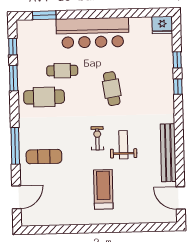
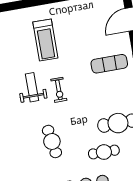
weight bench: (123, 145) -> (32, 87), turned 180

